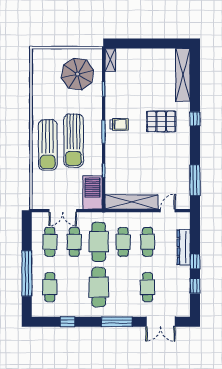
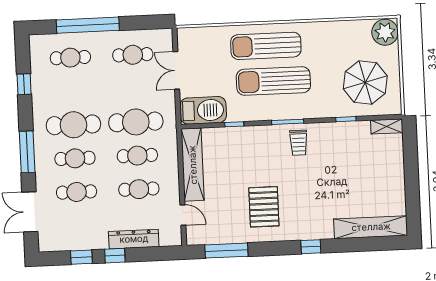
plant: (42, 58) -> (385, 32), added
pallet: (161, 121) -> (264, 207), moved
cafe table: (74, 242) -> (75, 158), moved

